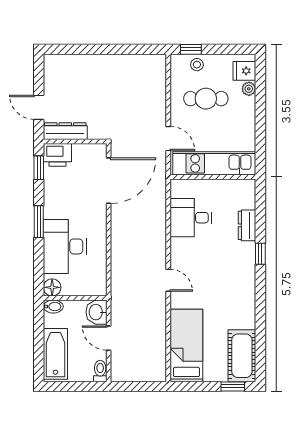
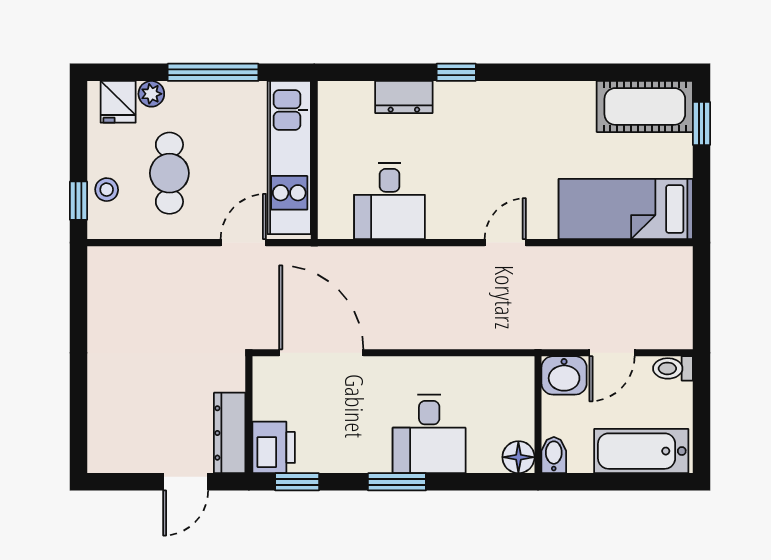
window: (260, 122) -> (213, 72), added
desk: (65, 246) -> (429, 434), width x0.73

